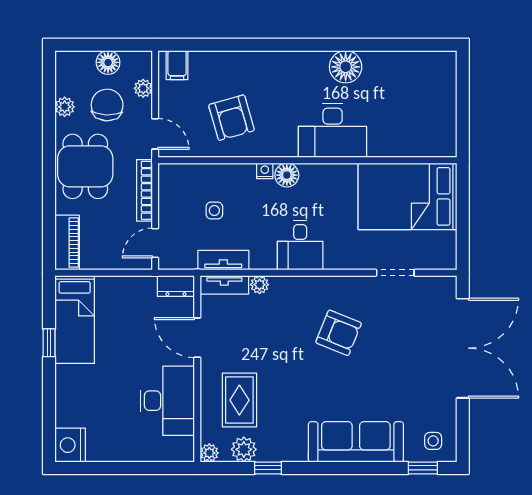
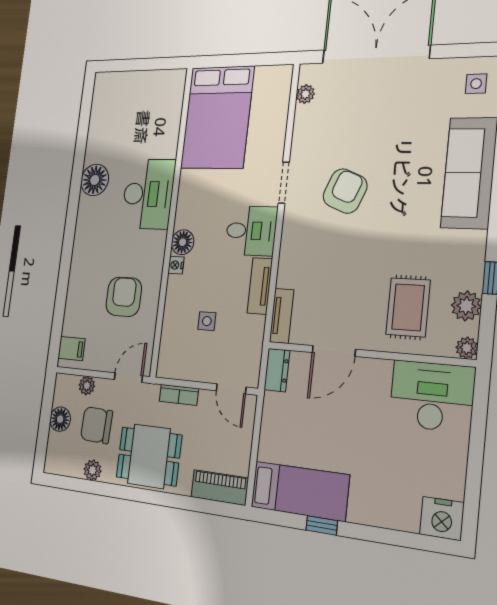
armchair: (231, 118) -> (124, 297), turned -74
bookcase: (144, 190) -> (179, 395), width x0.64
tv unit: (223, 260) -> (260, 286), moved
doorway: (395, 273) -> (284, 183), moved
plant: (260, 285) -> (305, 94), moved
rug: (239, 400) -> (408, 307), turned 90
desk: (167, 401) -> (432, 396), moved

